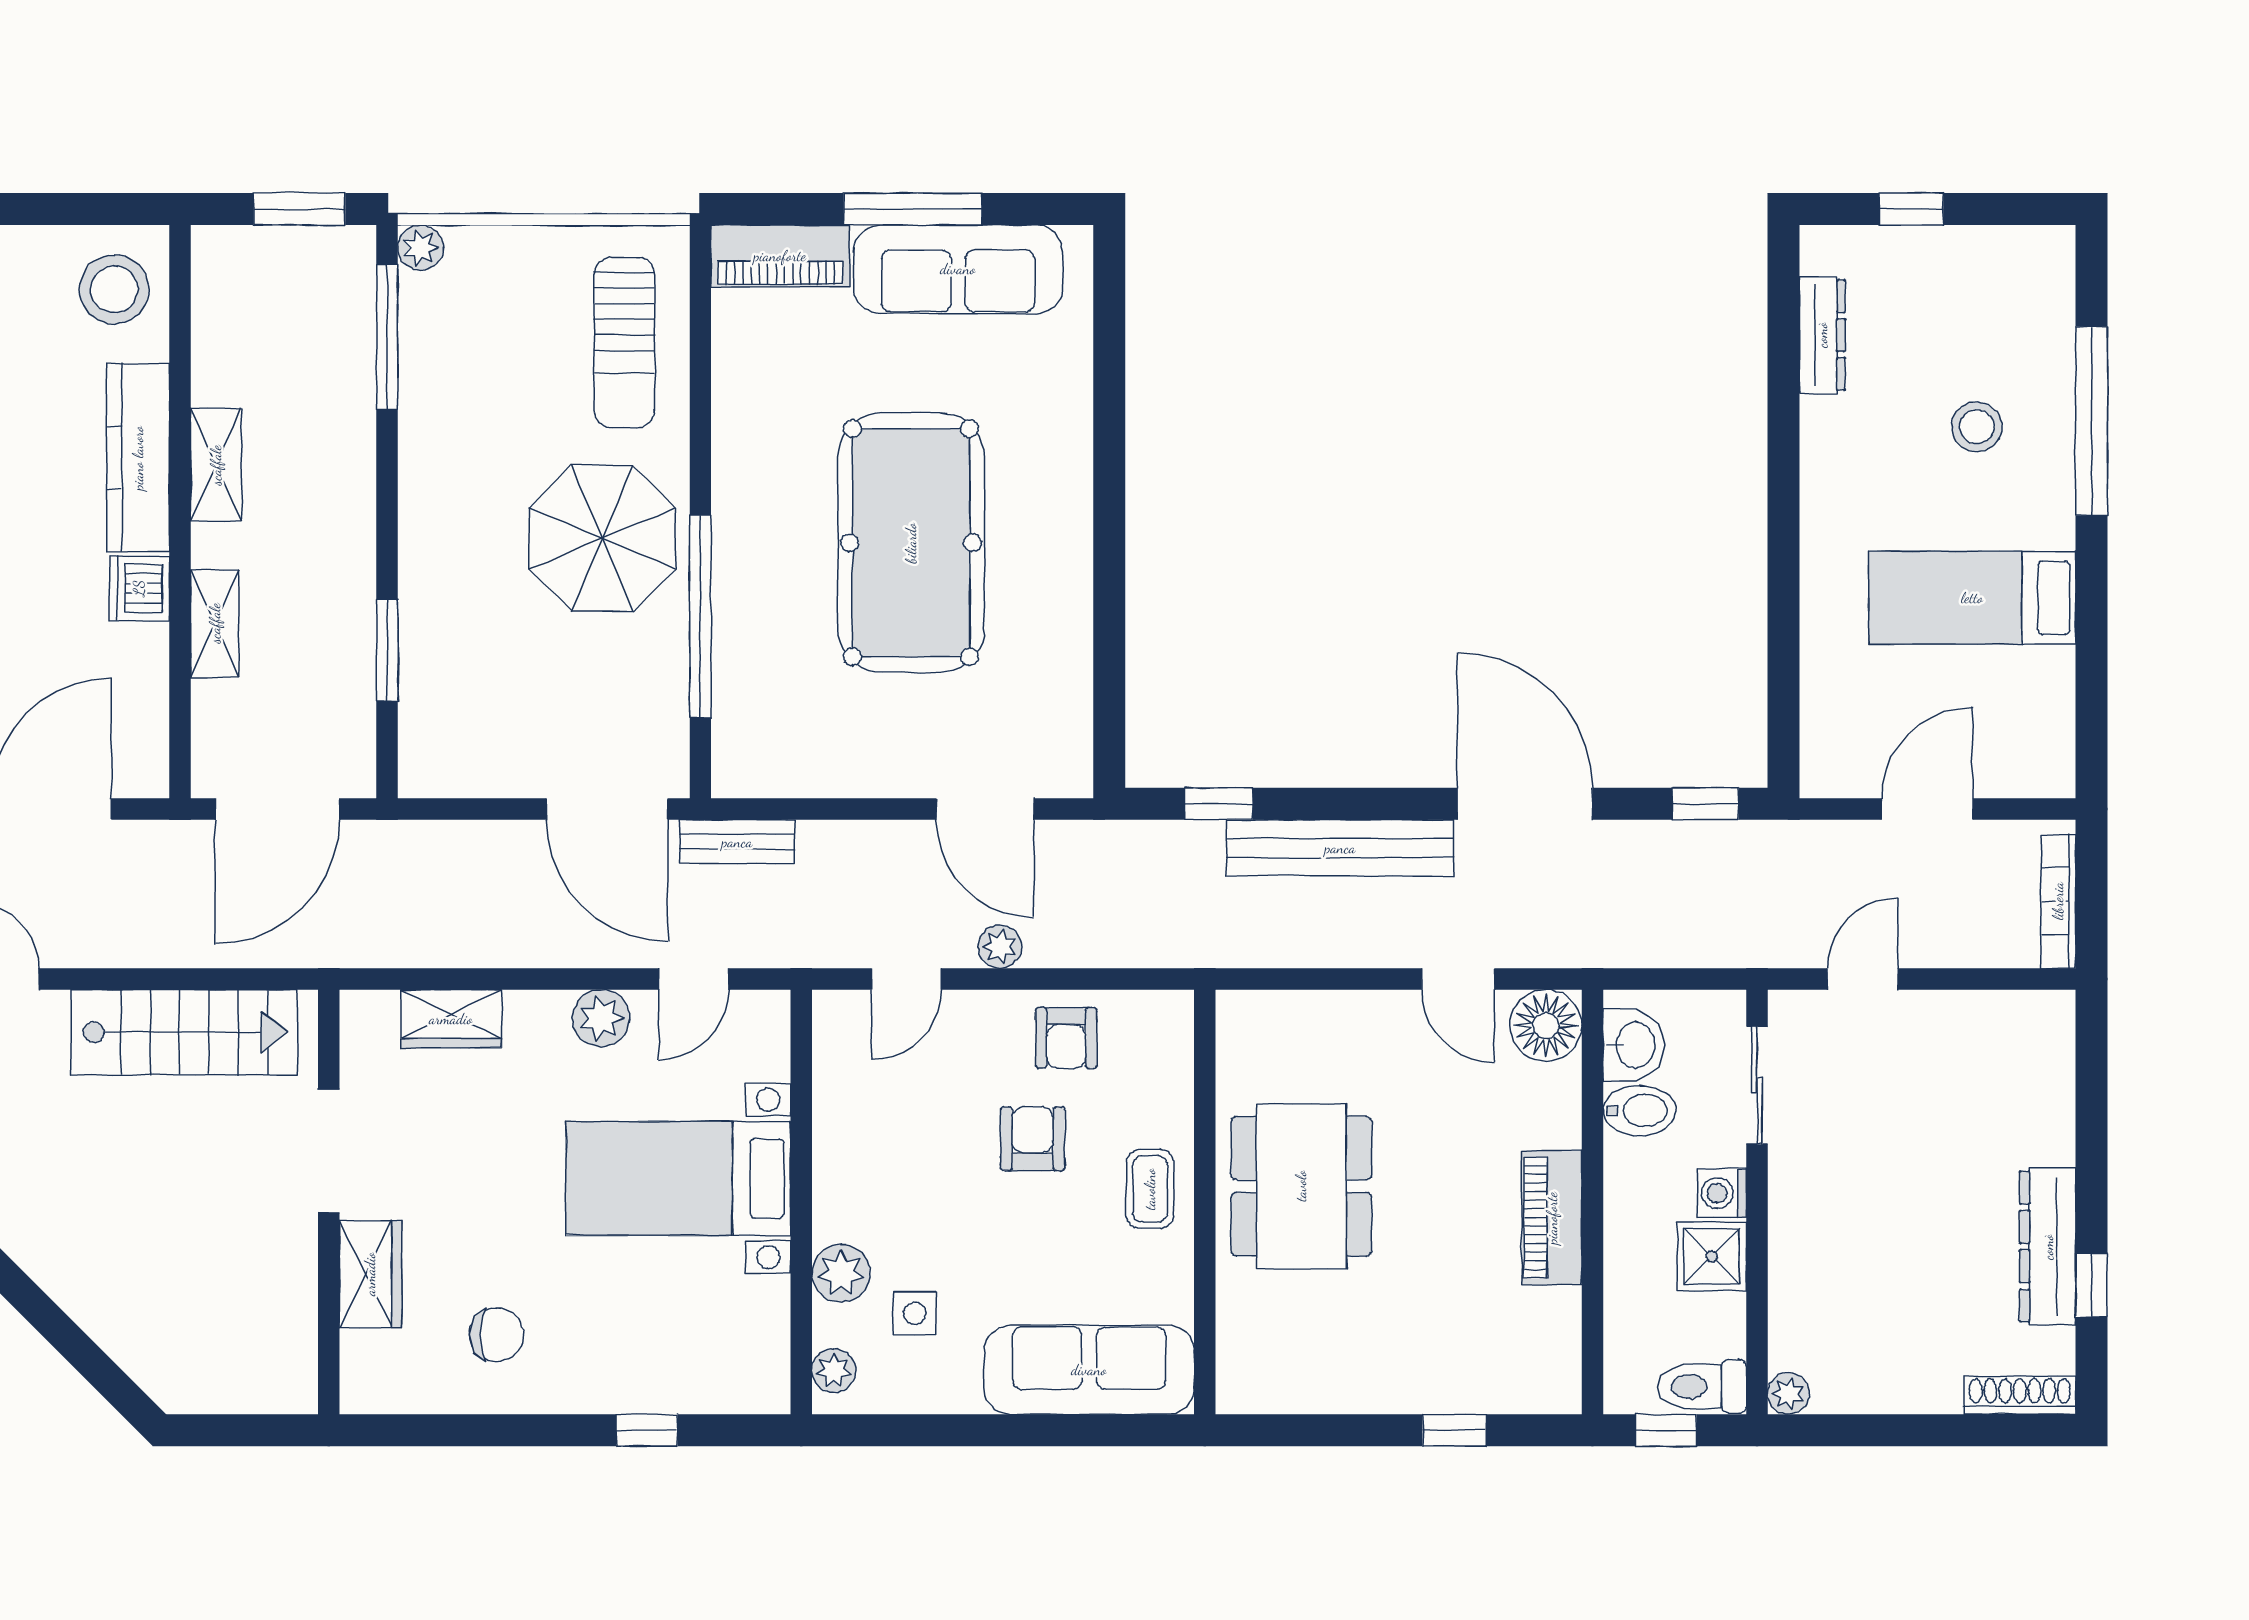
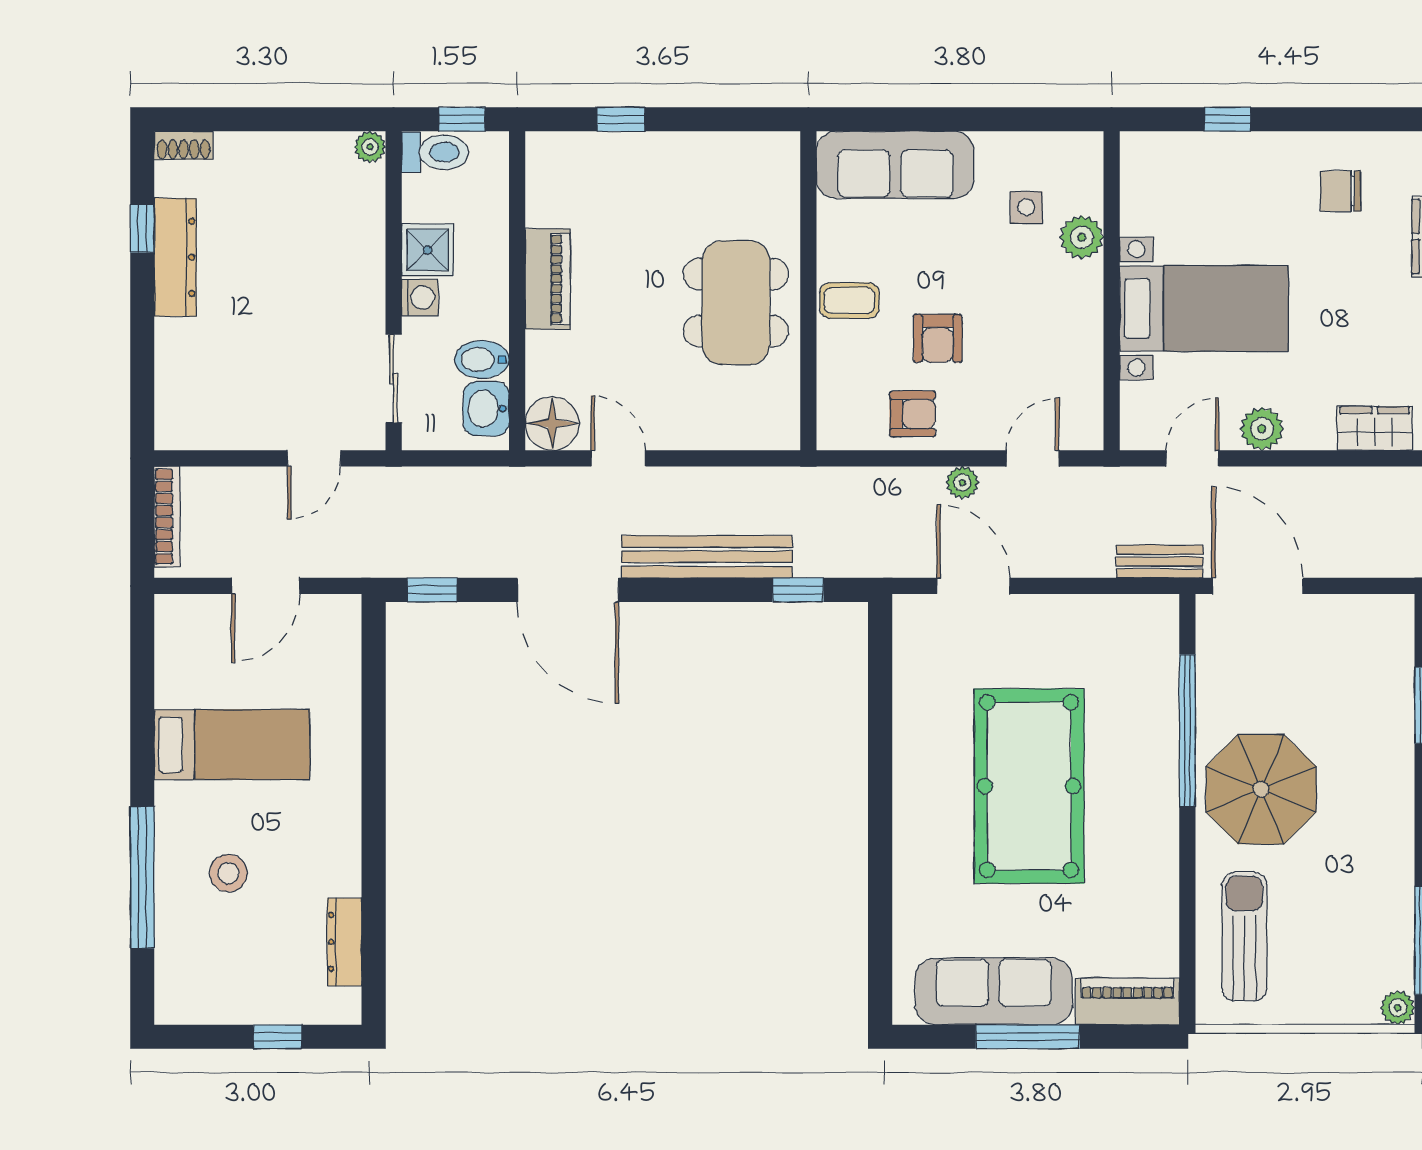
armchair: (1066, 1038) -> (913, 414), turned 90
coffee table: (1150, 1189) -> (849, 301), turned 90
plant: (834, 1371) -> (1087, 164), removed
shoe rack: (2020, 1395) -> (184, 145), width x0.70

